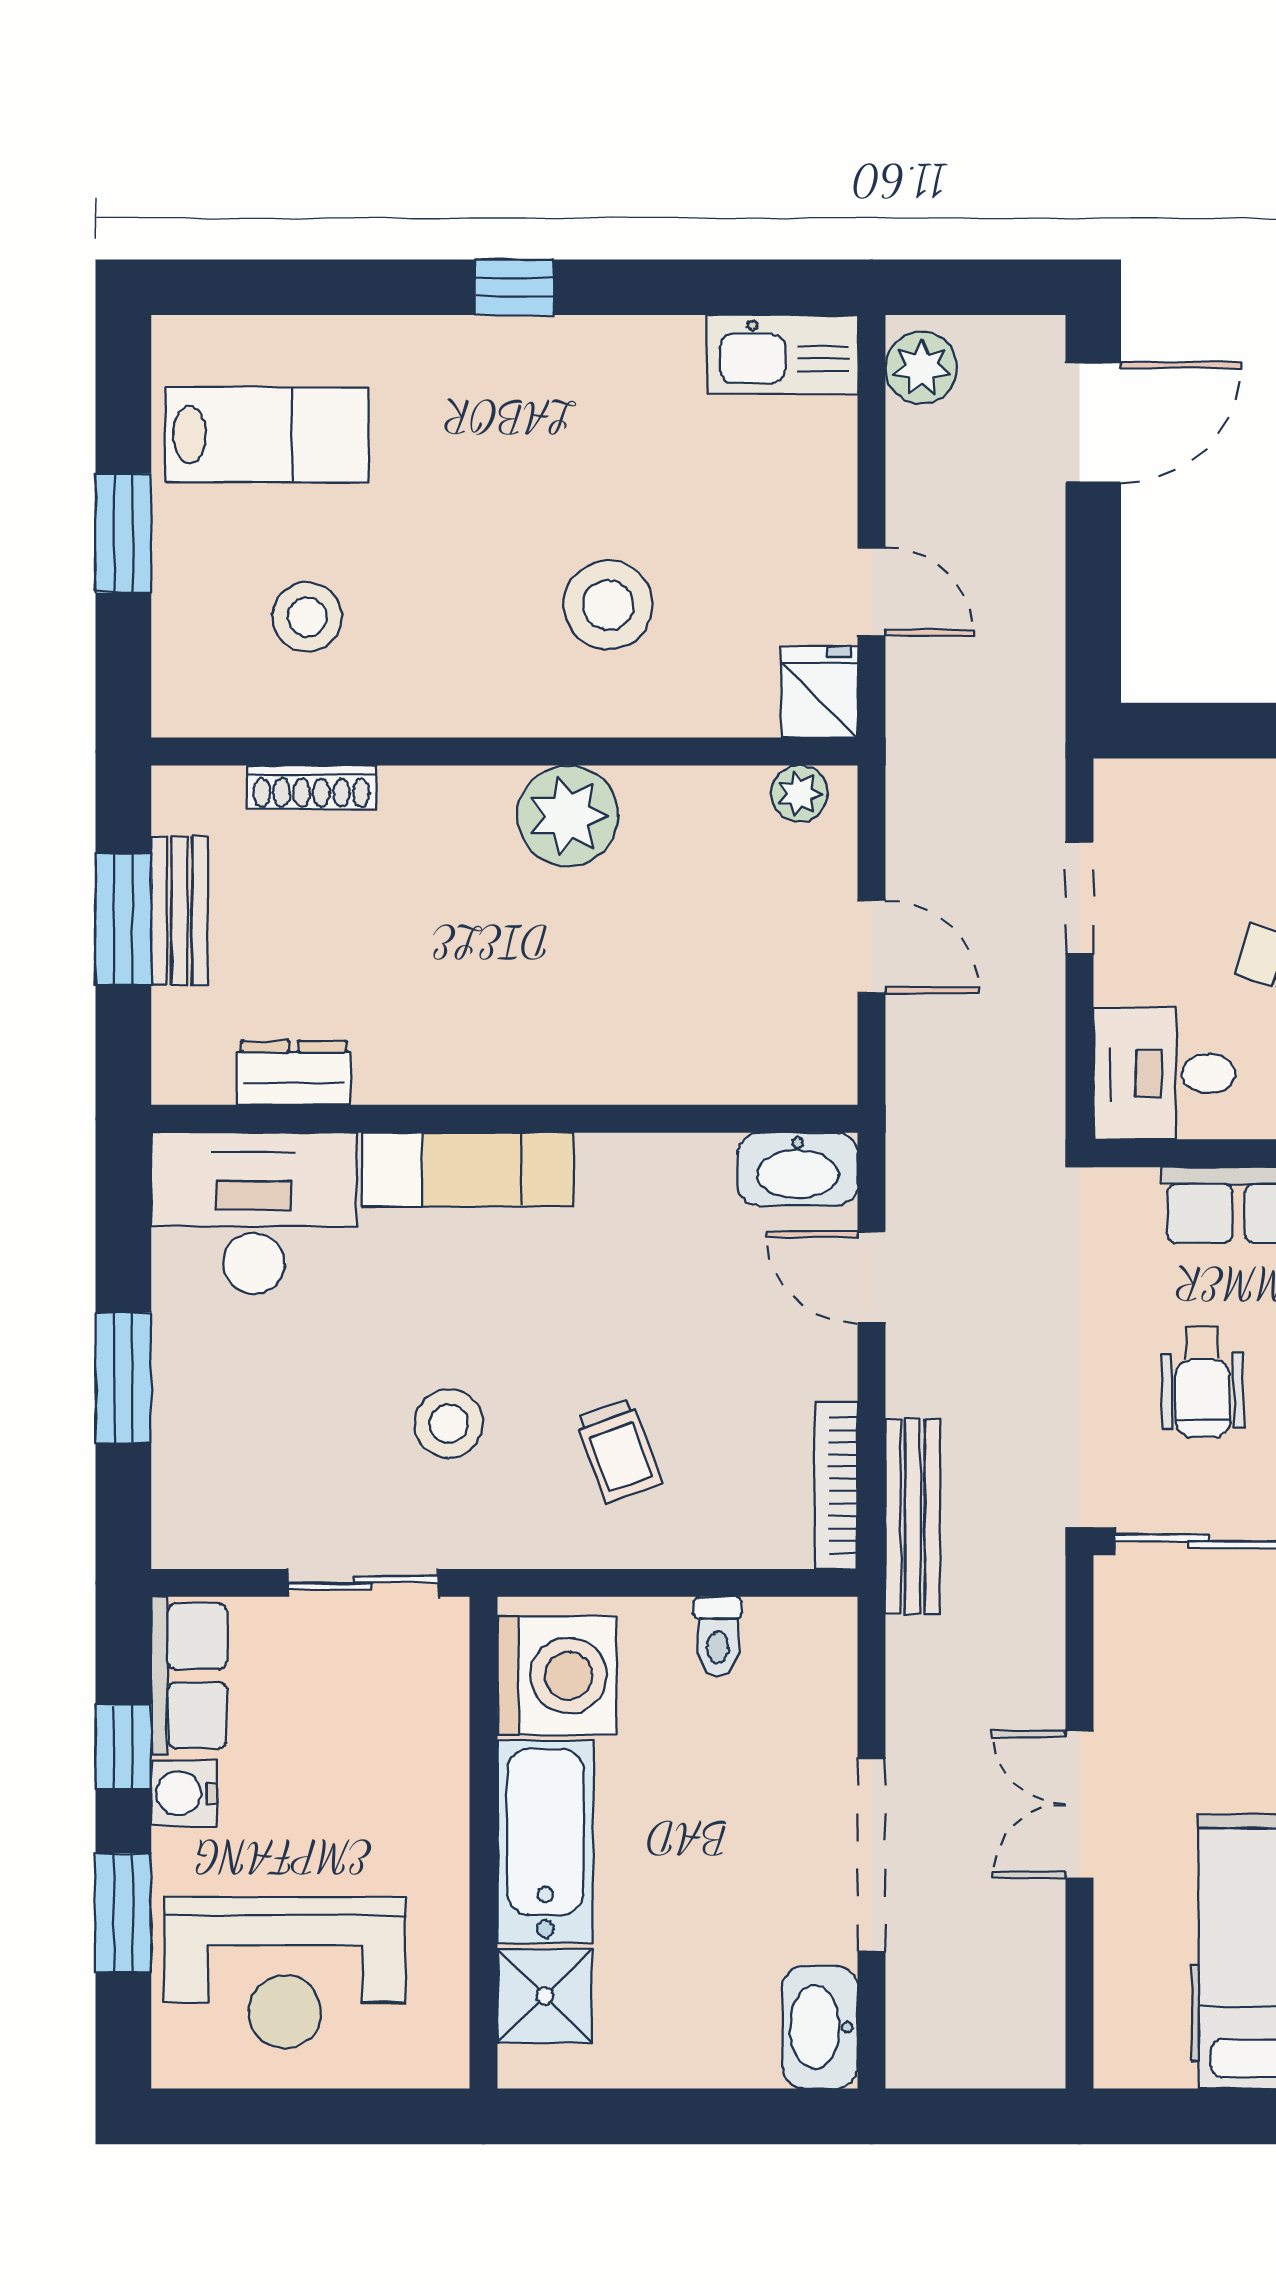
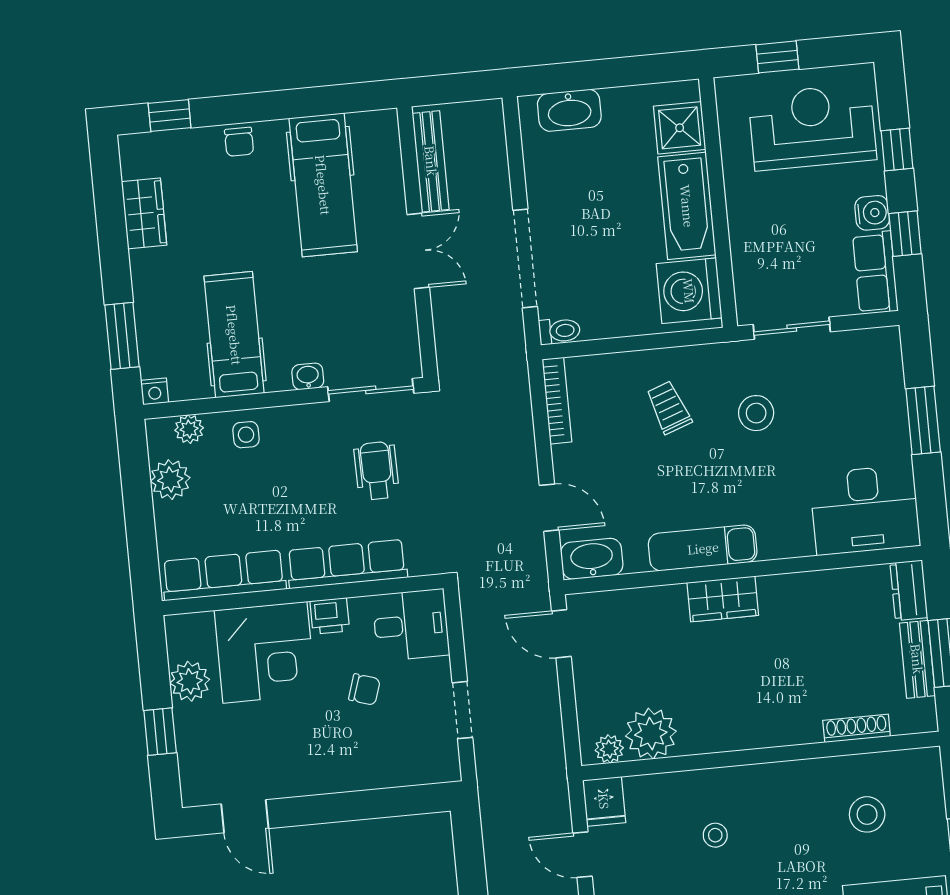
stool: (608, 605) -> (715, 835), width x0.53, depth x0.53
plant: (568, 816) -> (651, 734), moved
door: (872, 947) -> (561, 634), moved
wardrobe: (549, 1066) -> (723, 599), added
dresser: (294, 1073) -> (909, 590), moved, turned 90
exam couch: (468, 1170) -> (703, 548), moved
bench: (913, 1516) -> (431, 161), moved
toilet: (718, 1636) -> (560, 331), moved, turned 90
doorway: (872, 1855) -> (525, 258), moved
window: (123, 1913) -> (897, 150), width x0.67
washbasin: (820, 2027) -> (569, 110), moved, turned 90
window: (340, 2116) -> (777, 57), added

